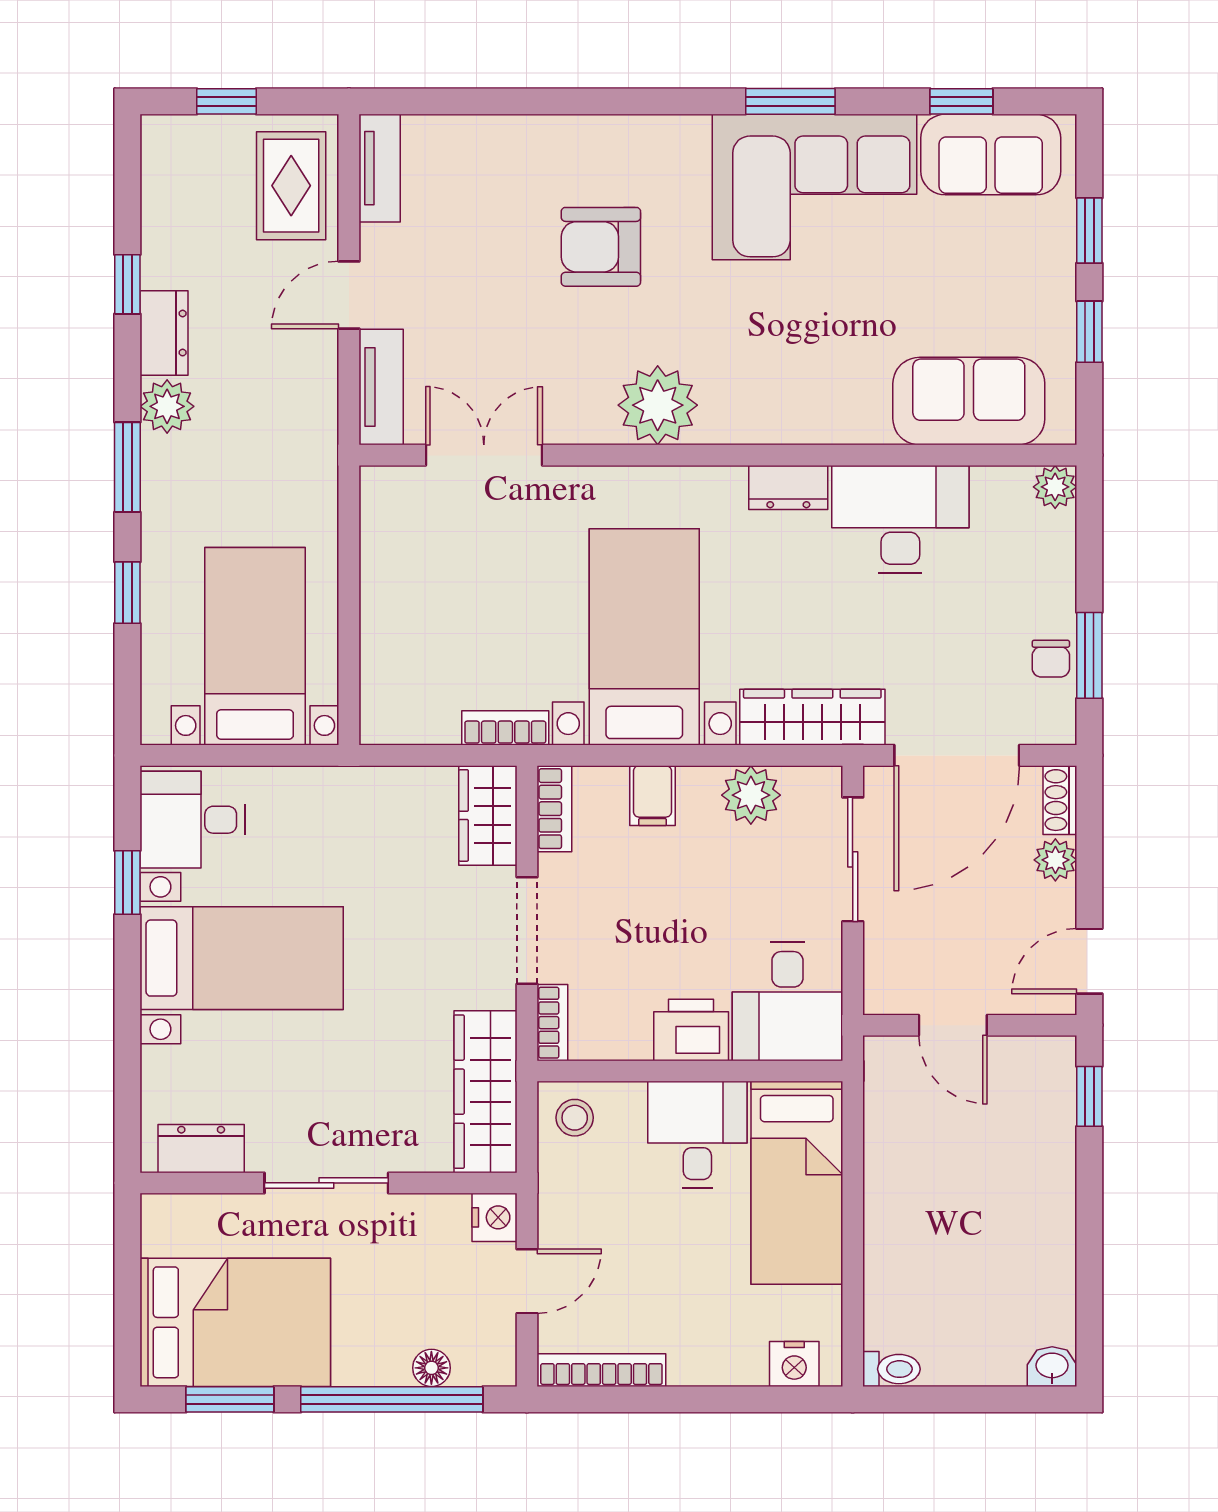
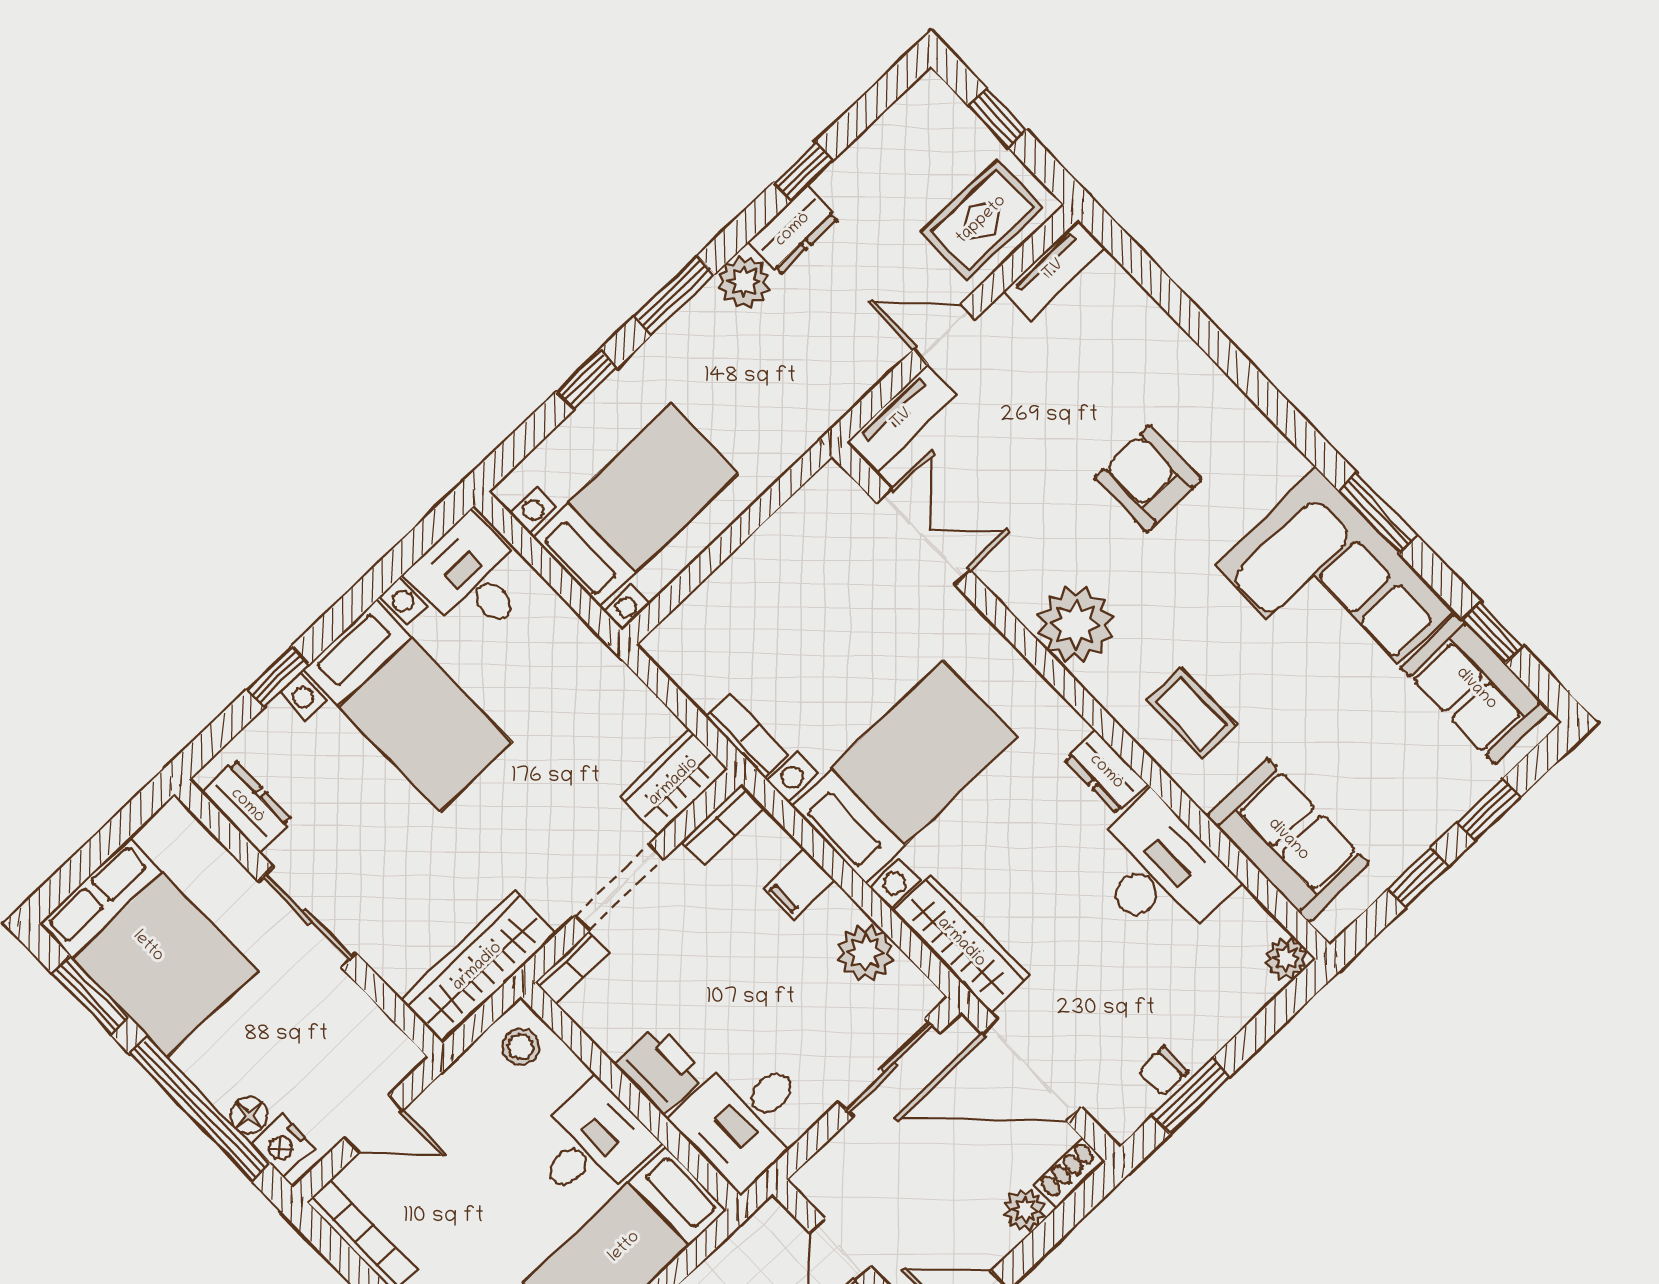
coffee table: (806, 383) -> (1191, 713), added
window: (127, 882) -> (278, 677), moved
nightstand: (495, 1217) -> (283, 1146), moved, turned 90

